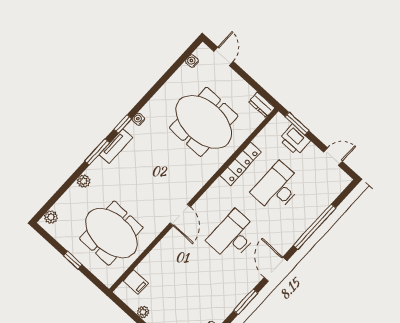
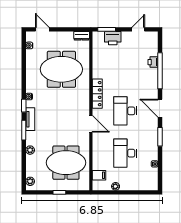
locker: (241, 164) -> (97, 94), moved
desk: (277, 188) -> (125, 153), moved
printer: (316, 209) -> (153, 62), added

